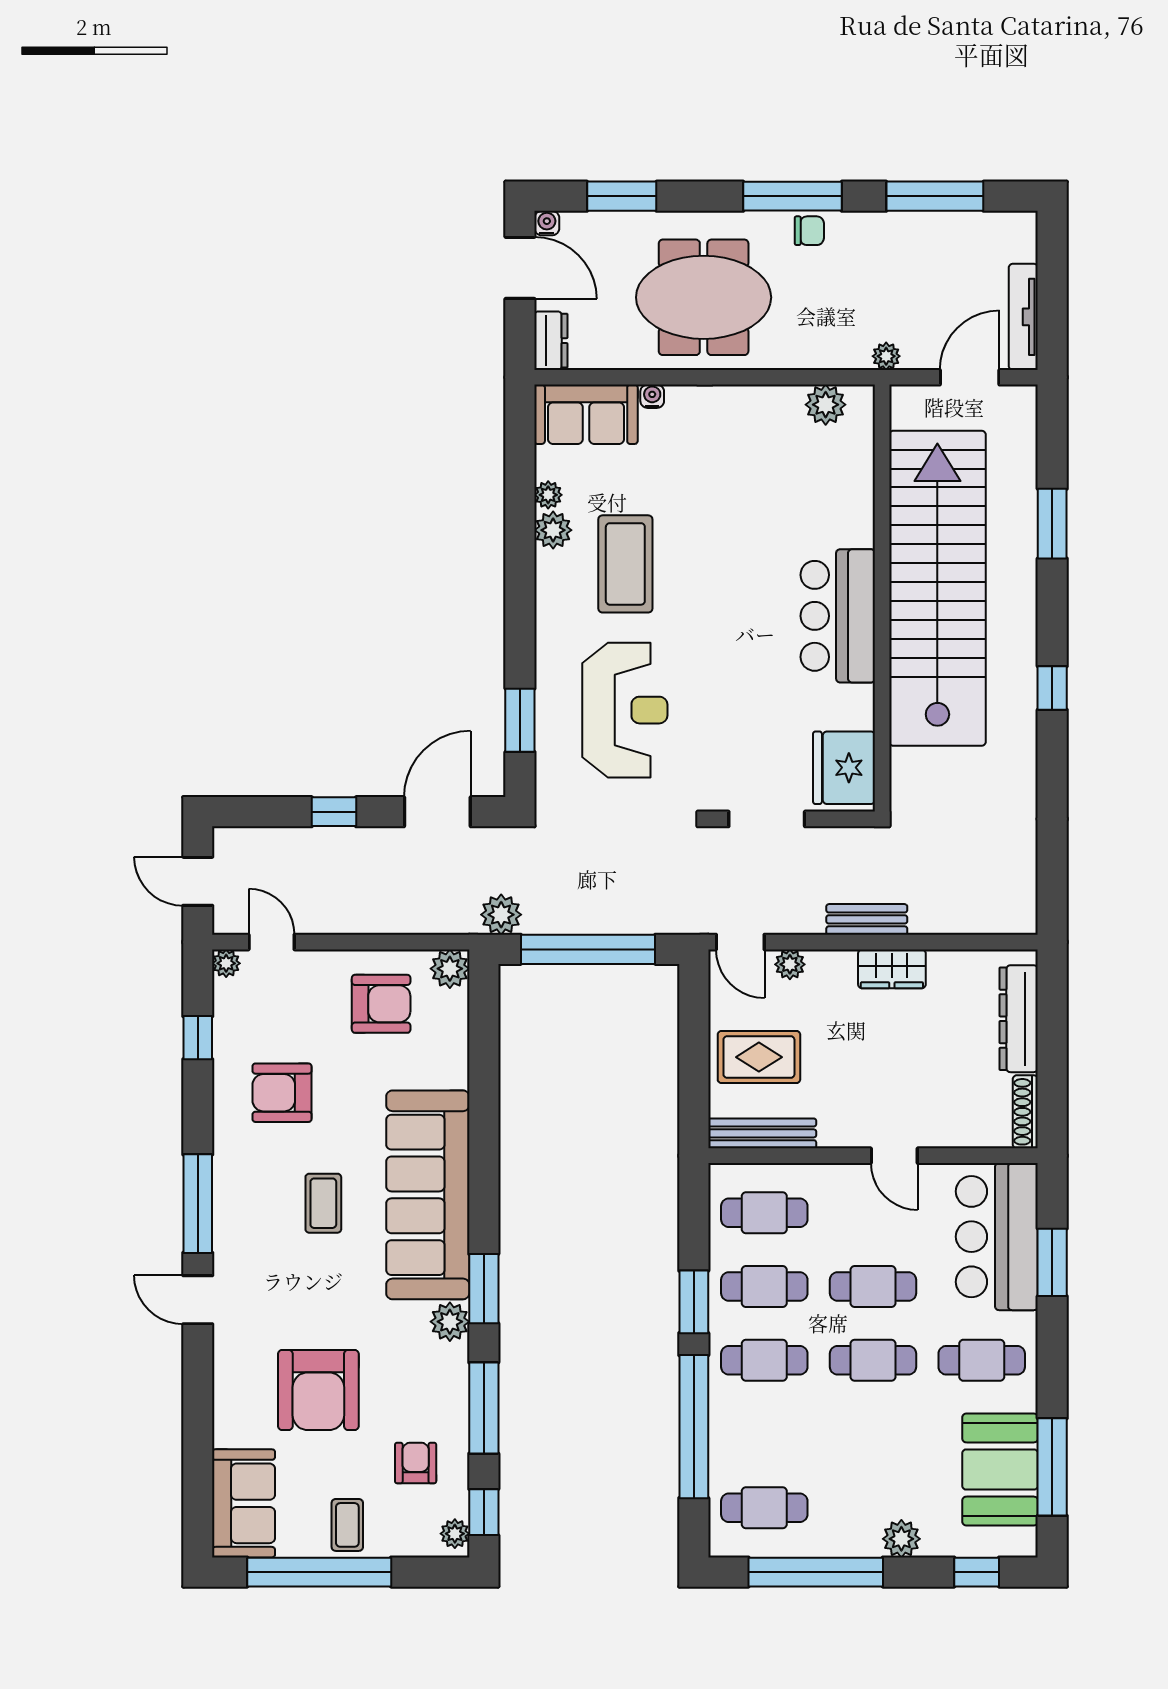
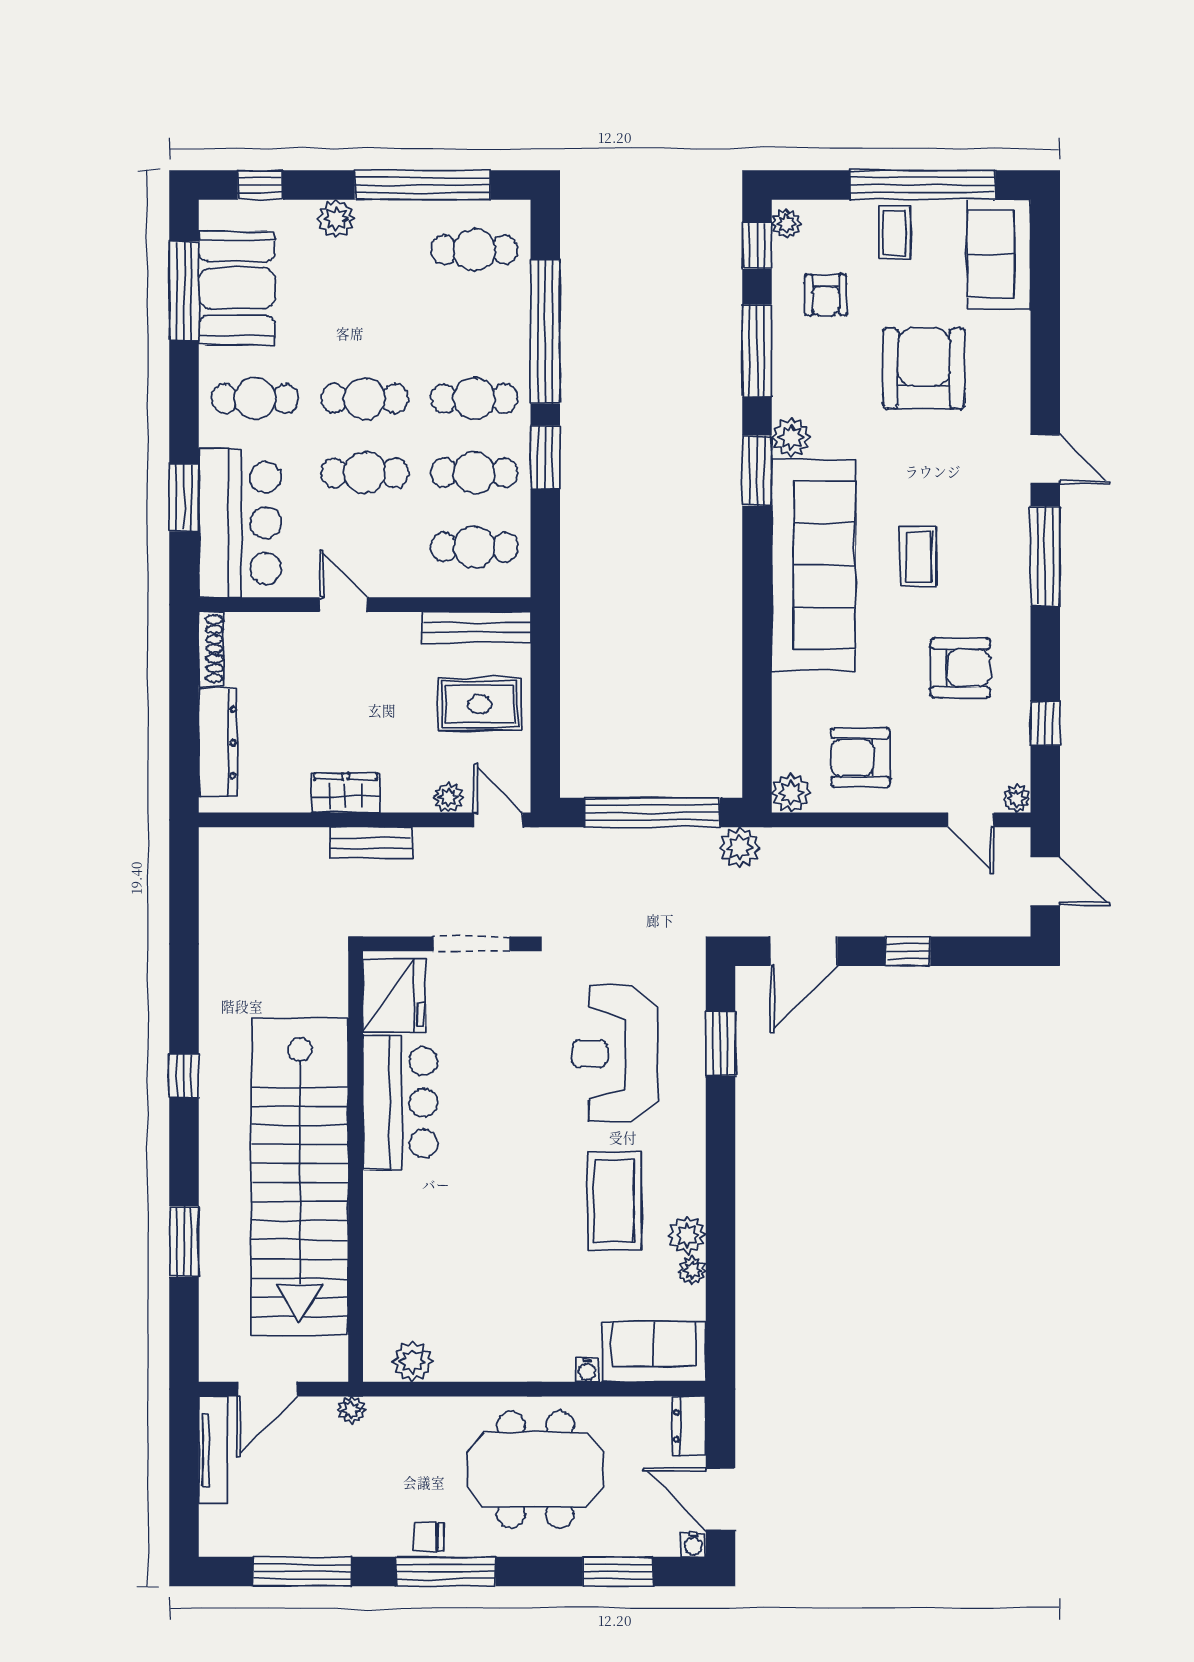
bar counter: (838, 616) -> (400, 1102), moved

